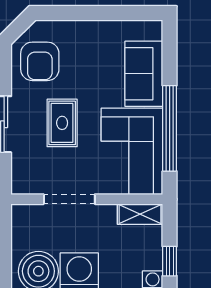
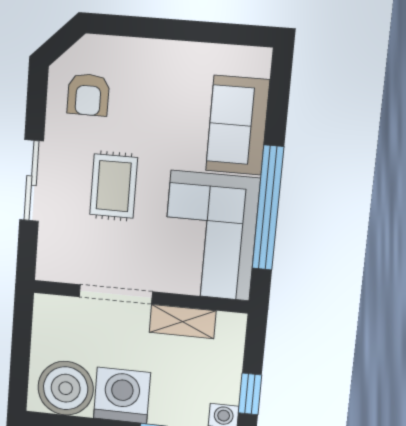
armchair: (40, 61) -> (88, 95), width x0.72, depth x0.72
shelving: (140, 214) -> (183, 322), moved

